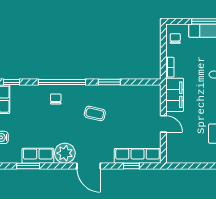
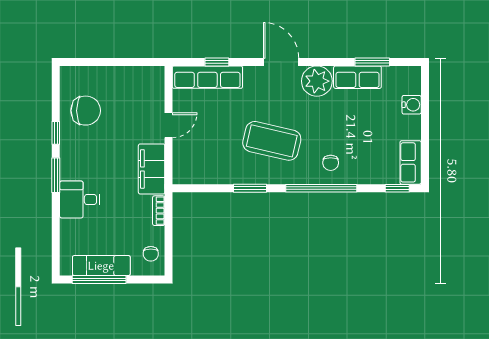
coffee table: (95, 113) -> (272, 141), width x1.86, depth x1.72
door: (163, 124) -> (169, 125), swing flipped

